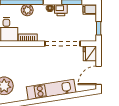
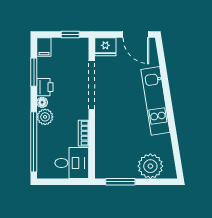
plant: (27, 10) -> (45, 117), moved

